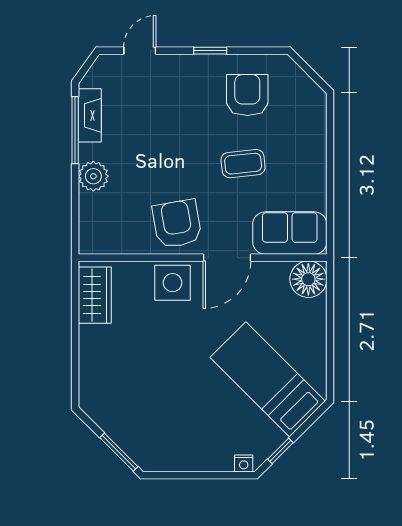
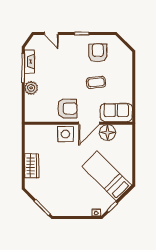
door: (140, 51) -> (51, 33), swing flipped
armchair: (177, 224) -> (67, 108), turned 100
floor lamp: (308, 279) -> (107, 133), moved
wardrobe: (95, 295) -> (32, 166), moved

